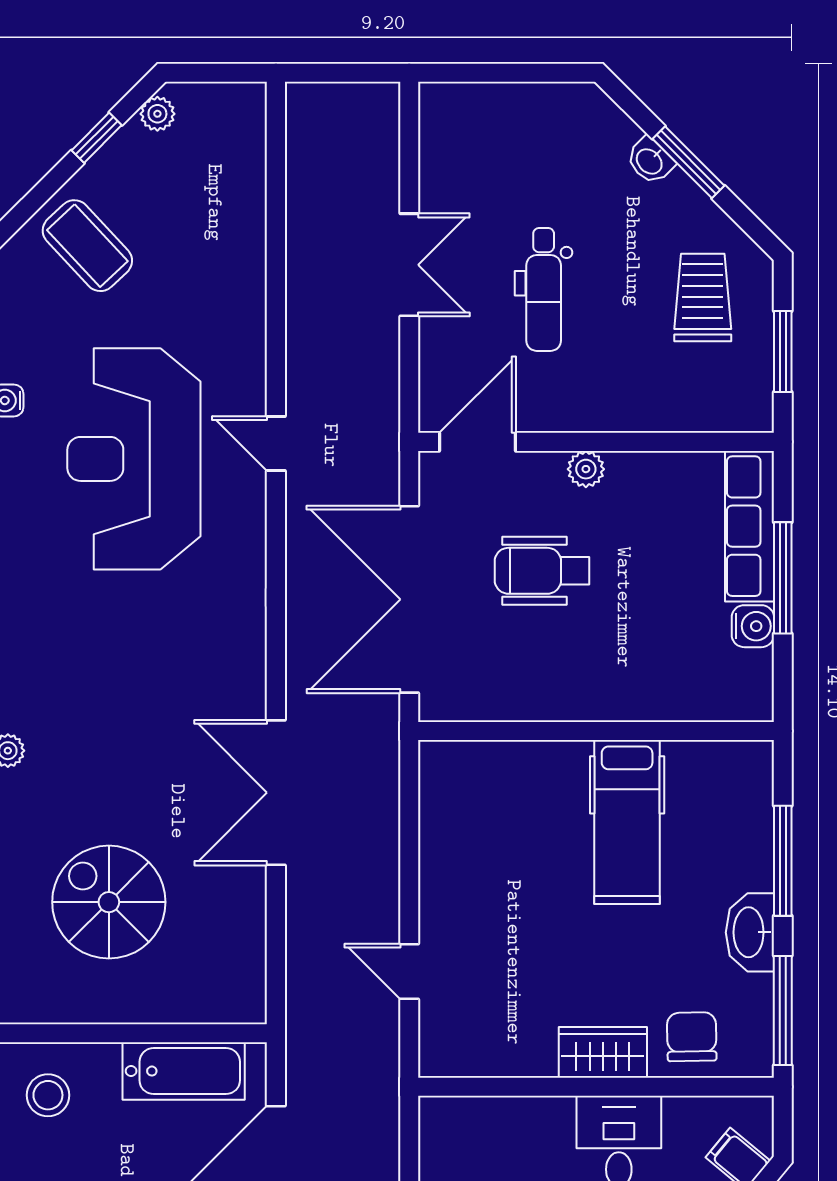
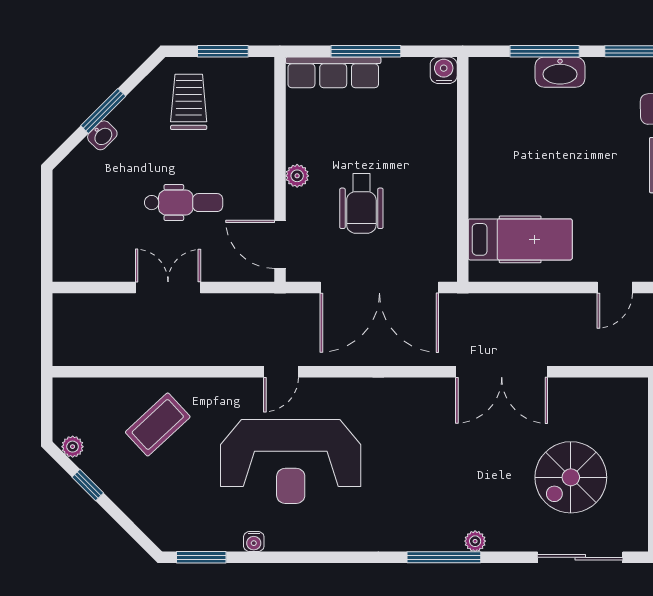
coffee table: (87, 246) -> (158, 424), moved
trolley: (703, 297) -> (189, 102), turned 90
water cooler: (753, 626) -> (444, 70), moved
hospital bed: (627, 822) -> (520, 239), moved
washbasin: (750, 932) -> (560, 72), moved

